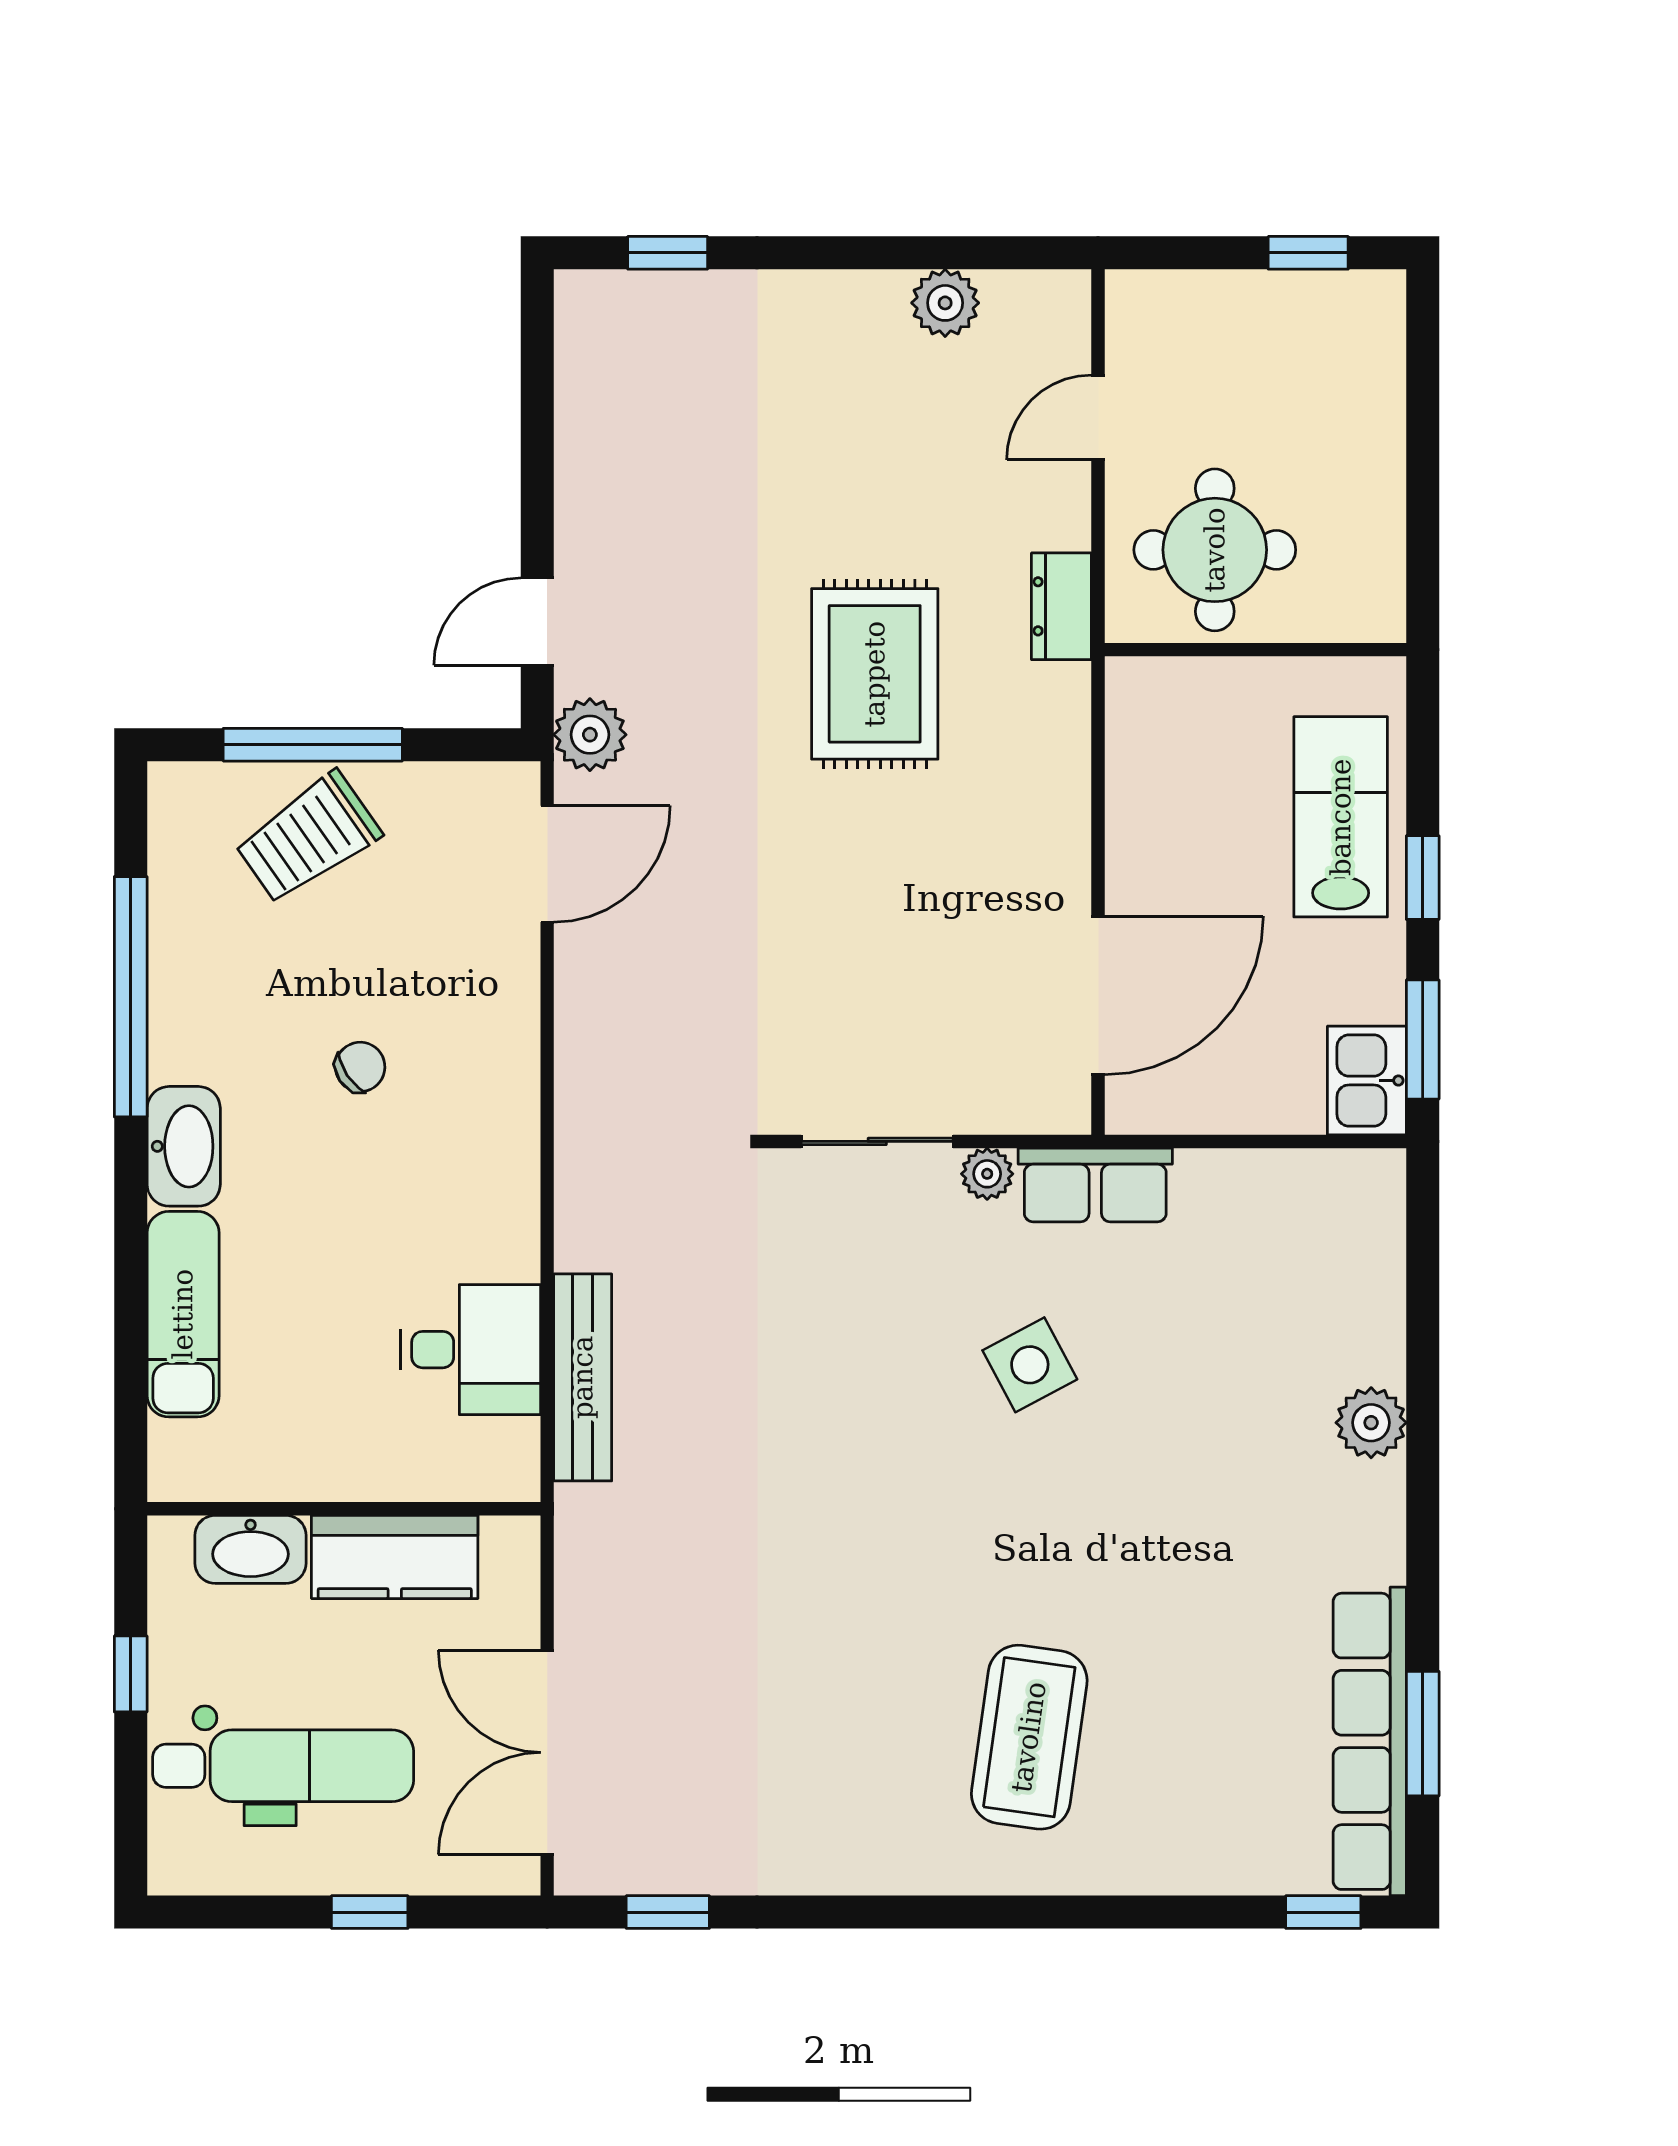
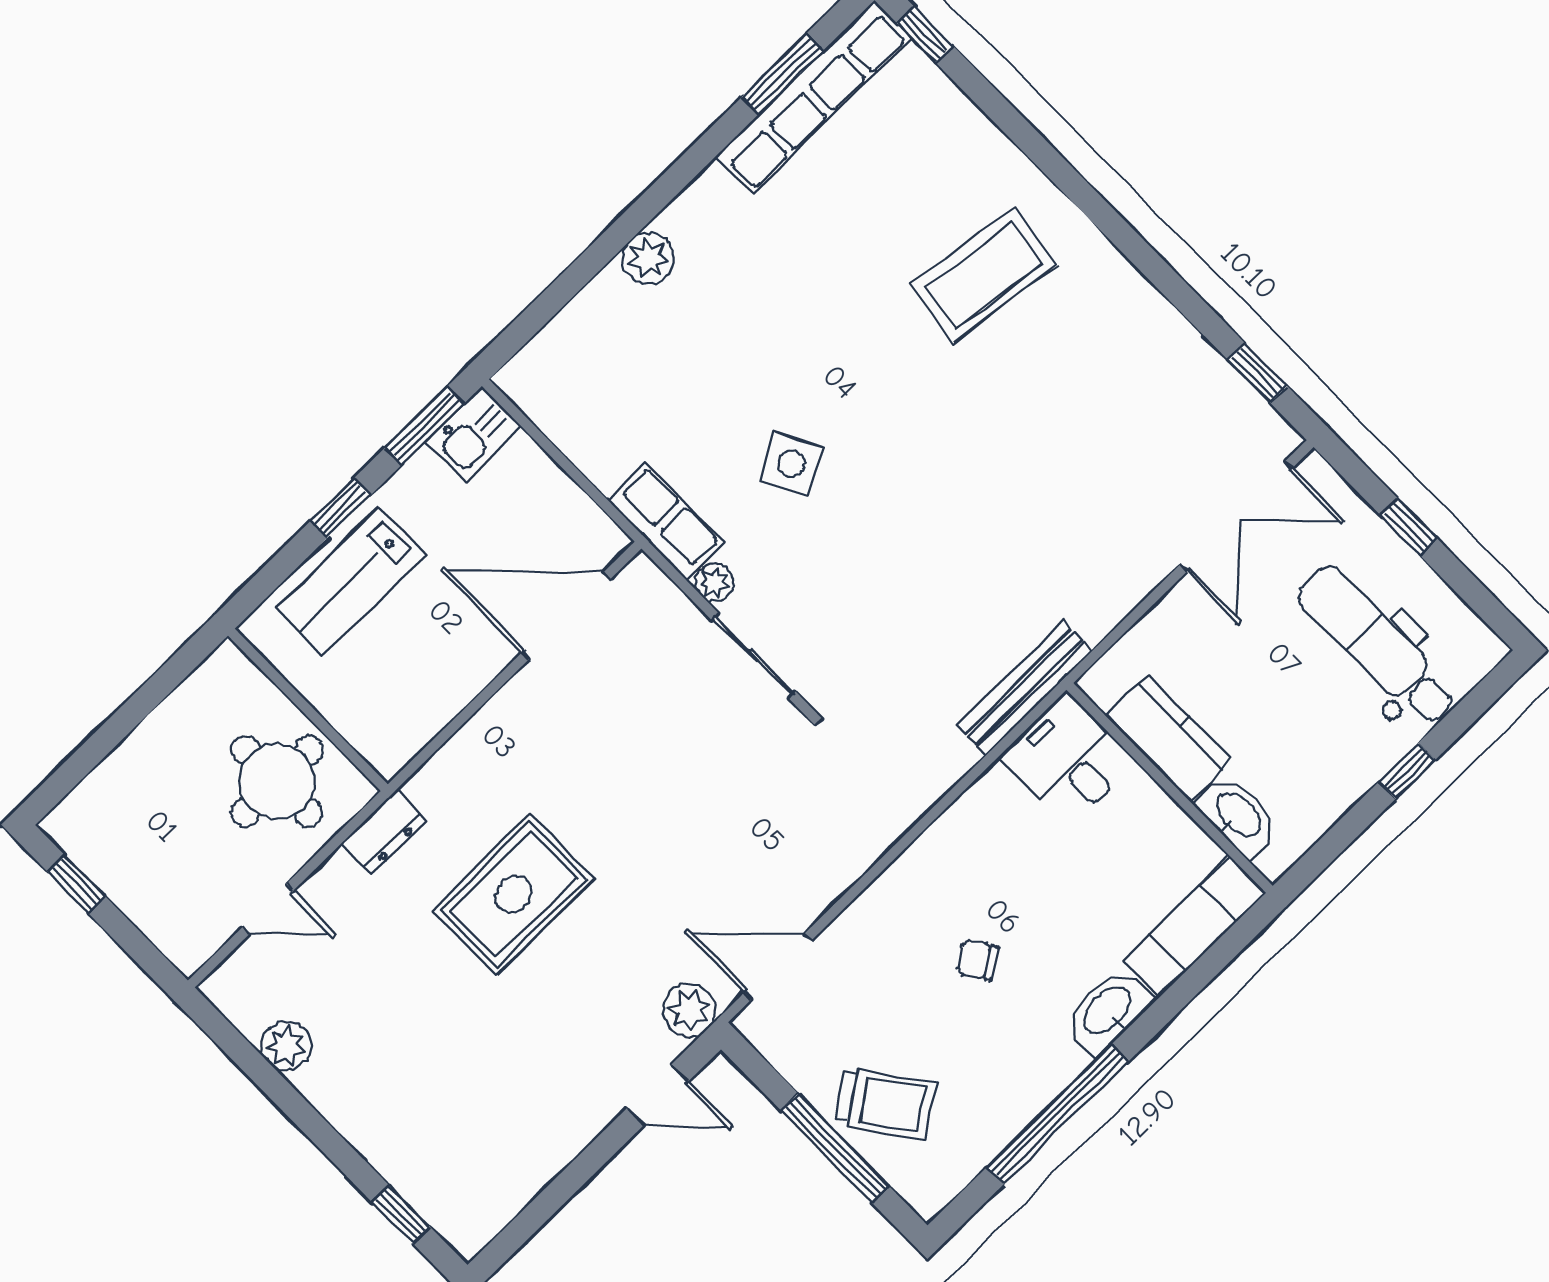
wall: (344, 1509) -> (1170, 788), moved
washbasin: (251, 1549) -> (1238, 816), moved
kitchen counter: (395, 1557) -> (1169, 737), moved

